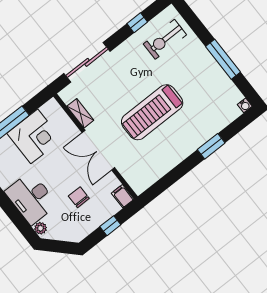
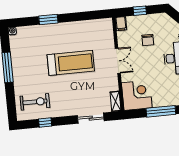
sliding door: (87, 62) -> (91, 118), width x0.73
shelving: (80, 113) -> (116, 101), moved
corner desk: (34, 136) -> (137, 95), moved, turned 90
double door: (98, 150) -> (118, 61), width x0.73

